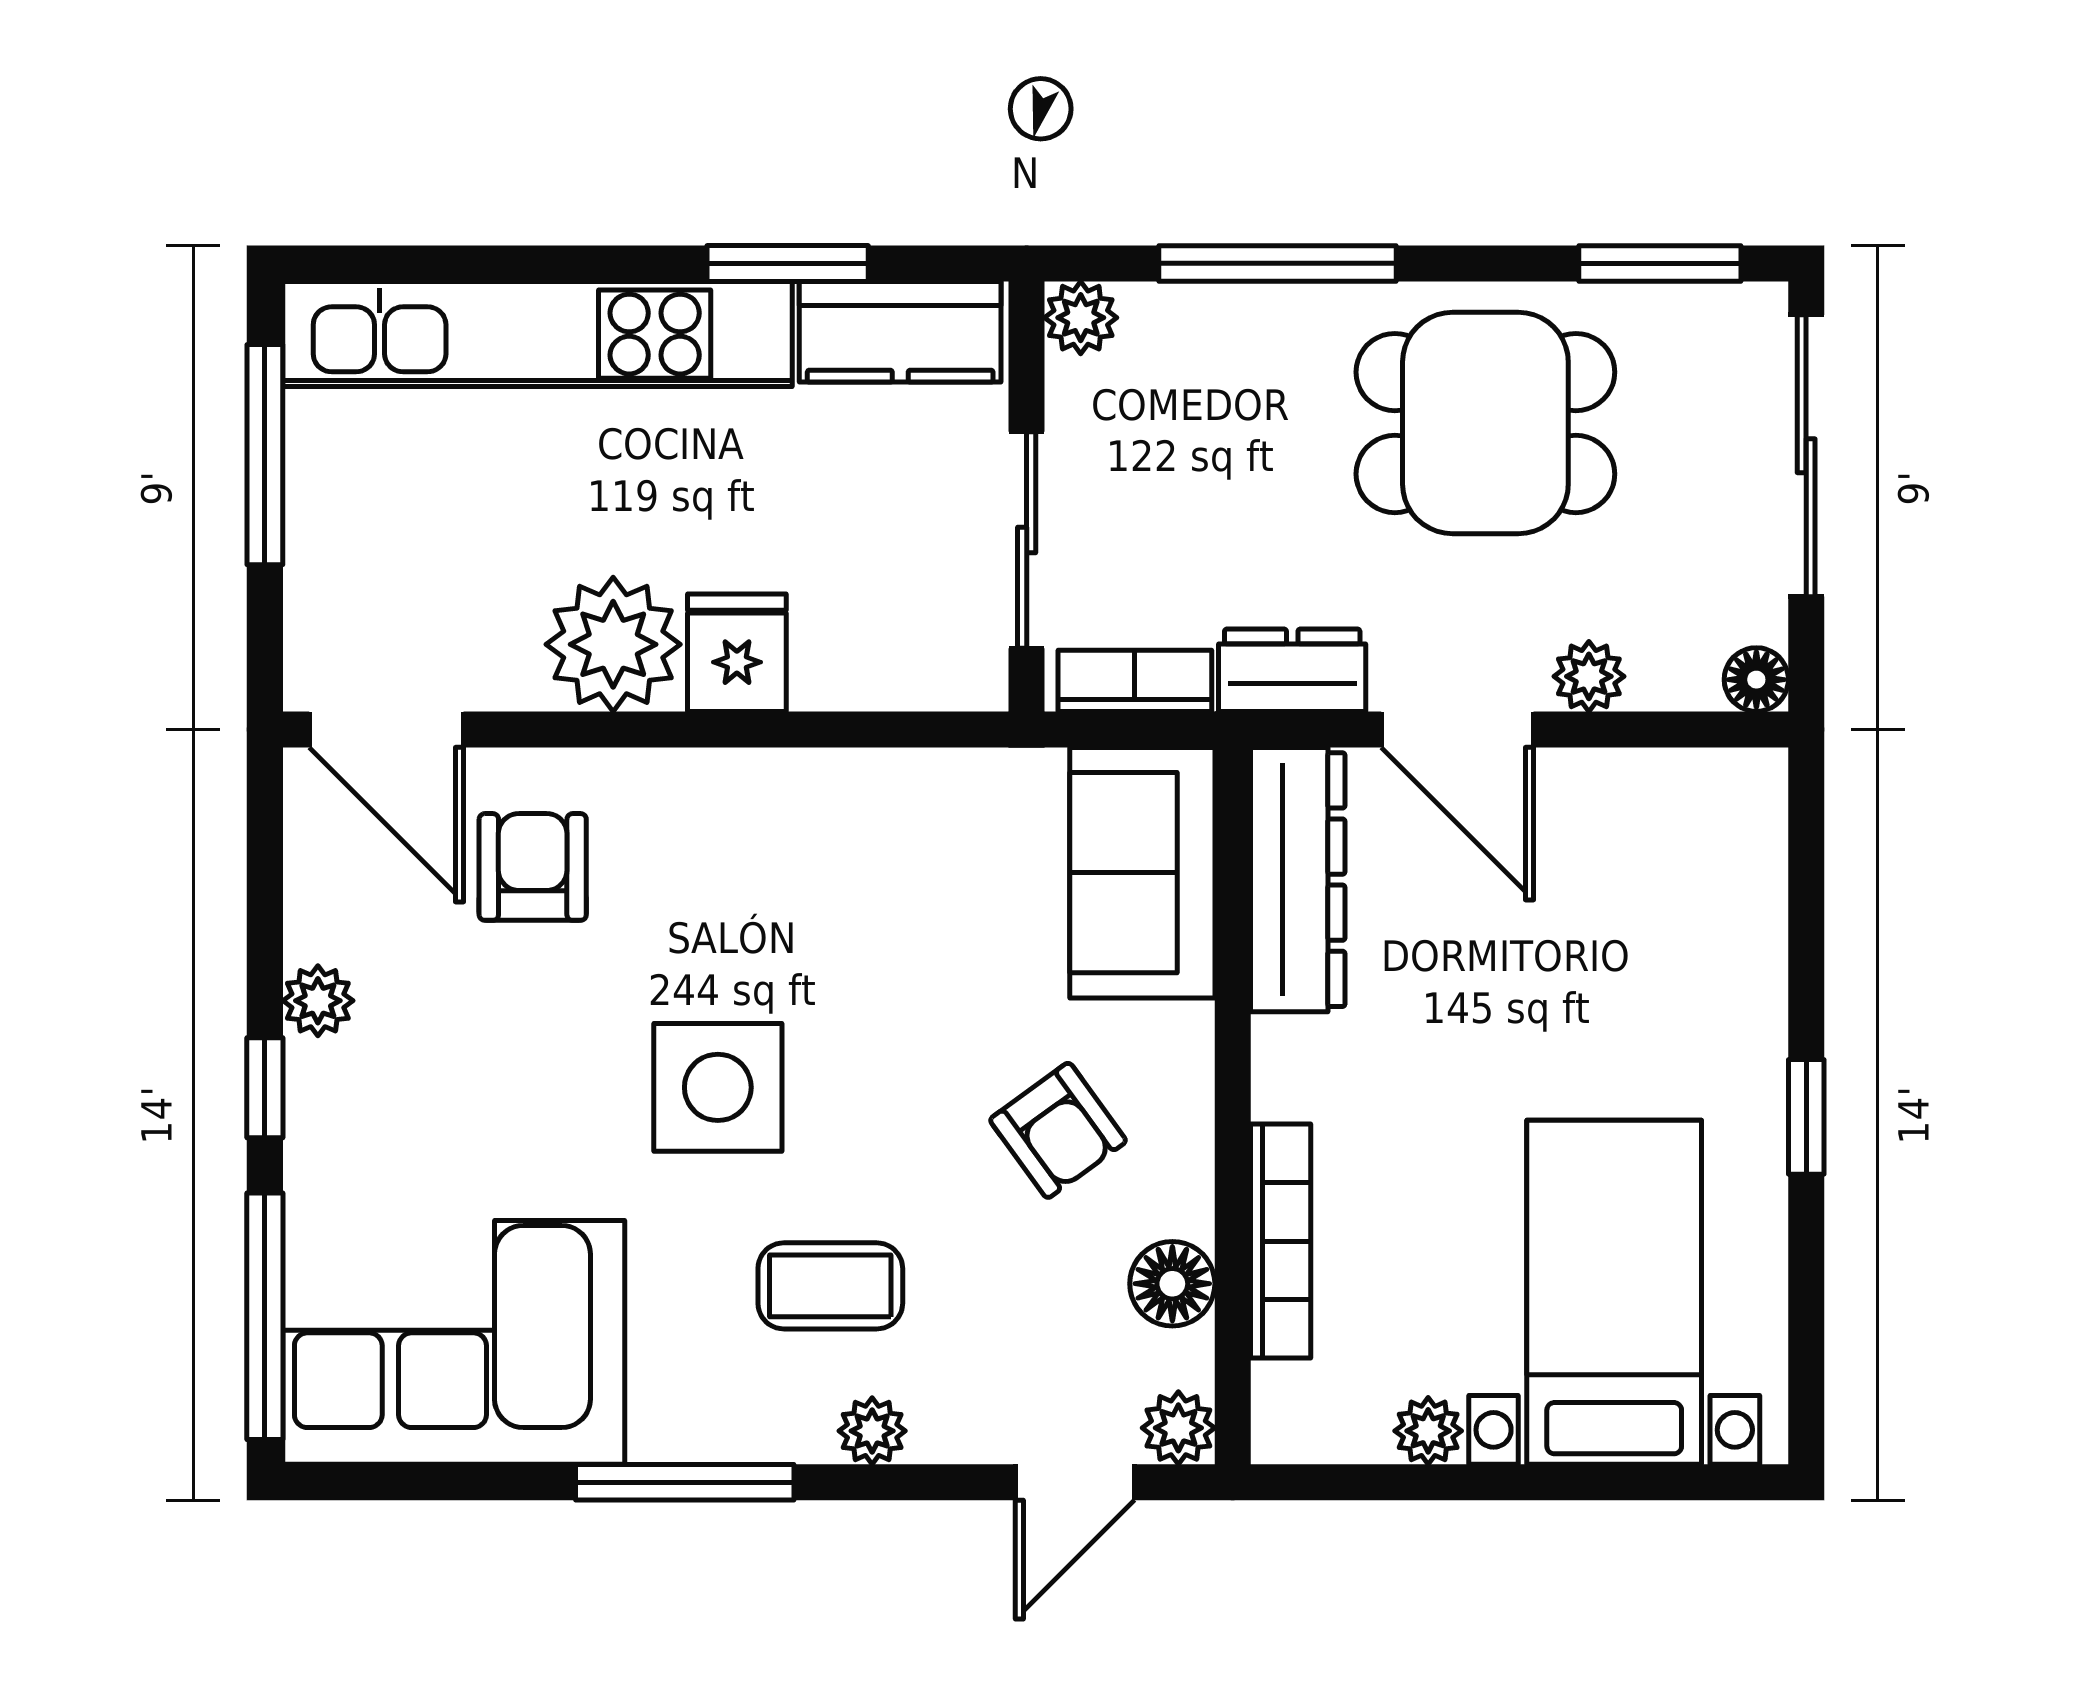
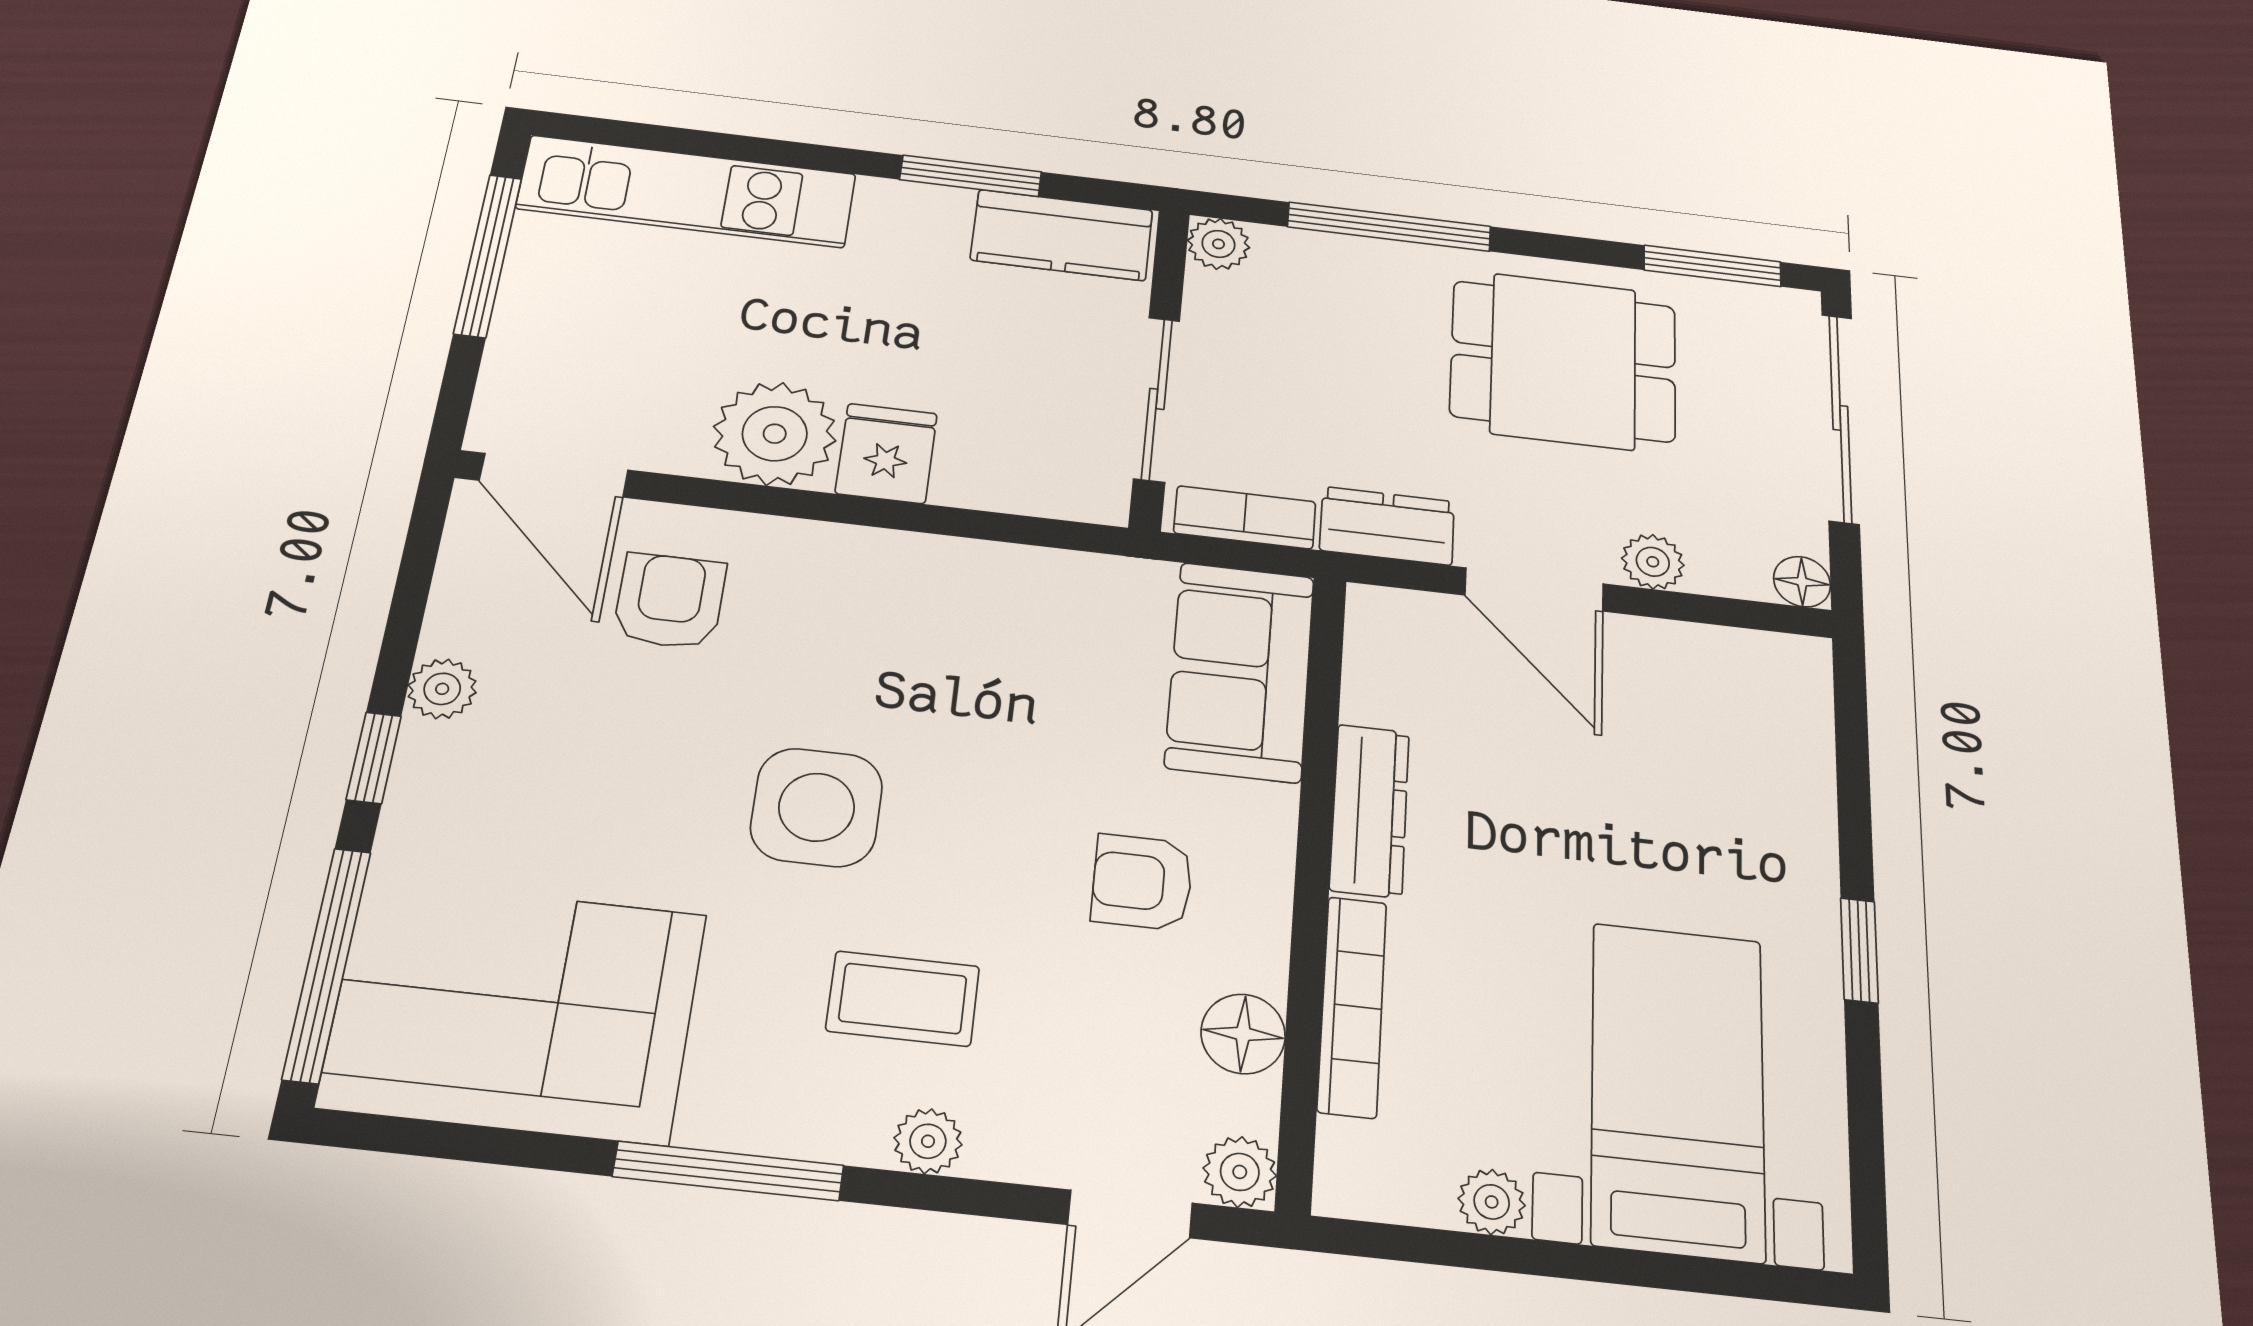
kitchen unit: (537, 334) -> (687, 191), width x0.73
dresser: (1298, 880) -> (1370, 810), moved, width x0.73, depth x0.80
armchair: (1058, 1130) -> (1142, 882), turned 126

